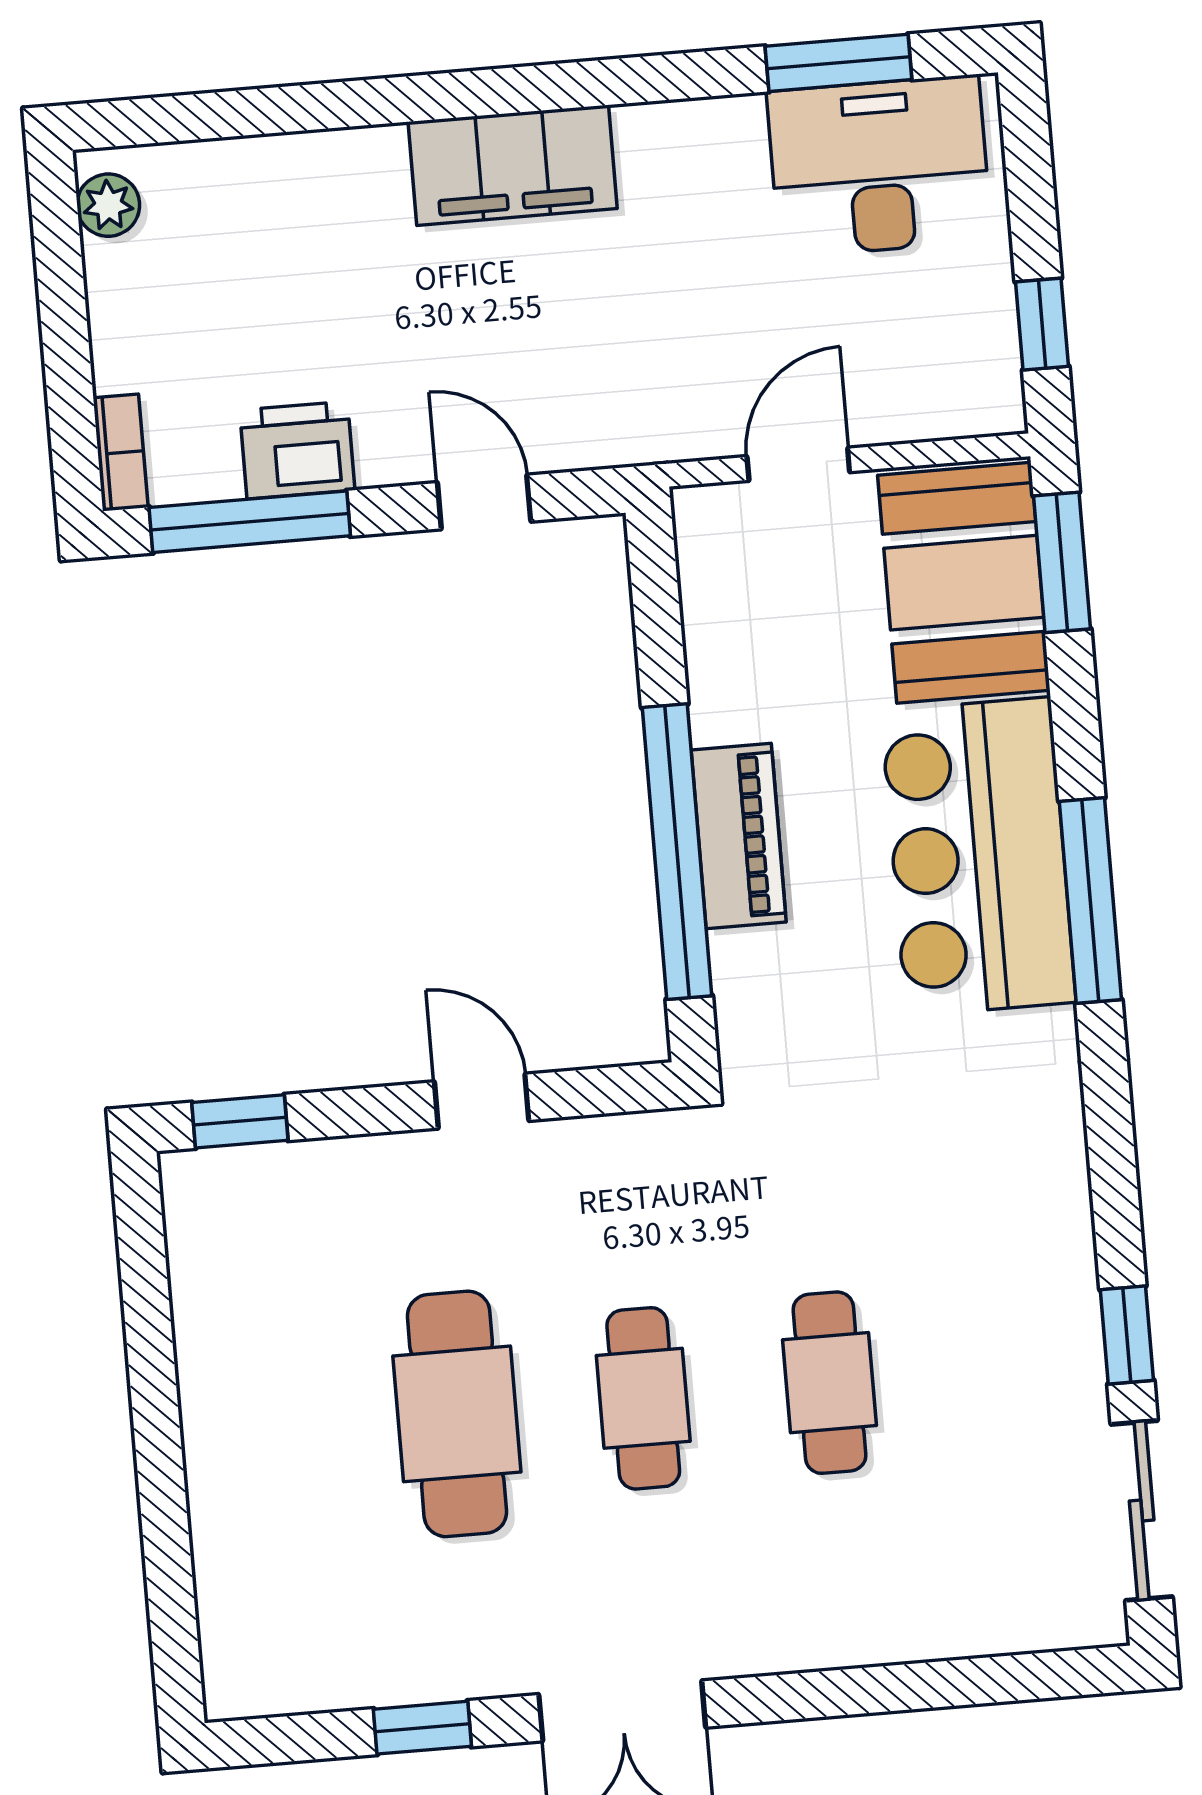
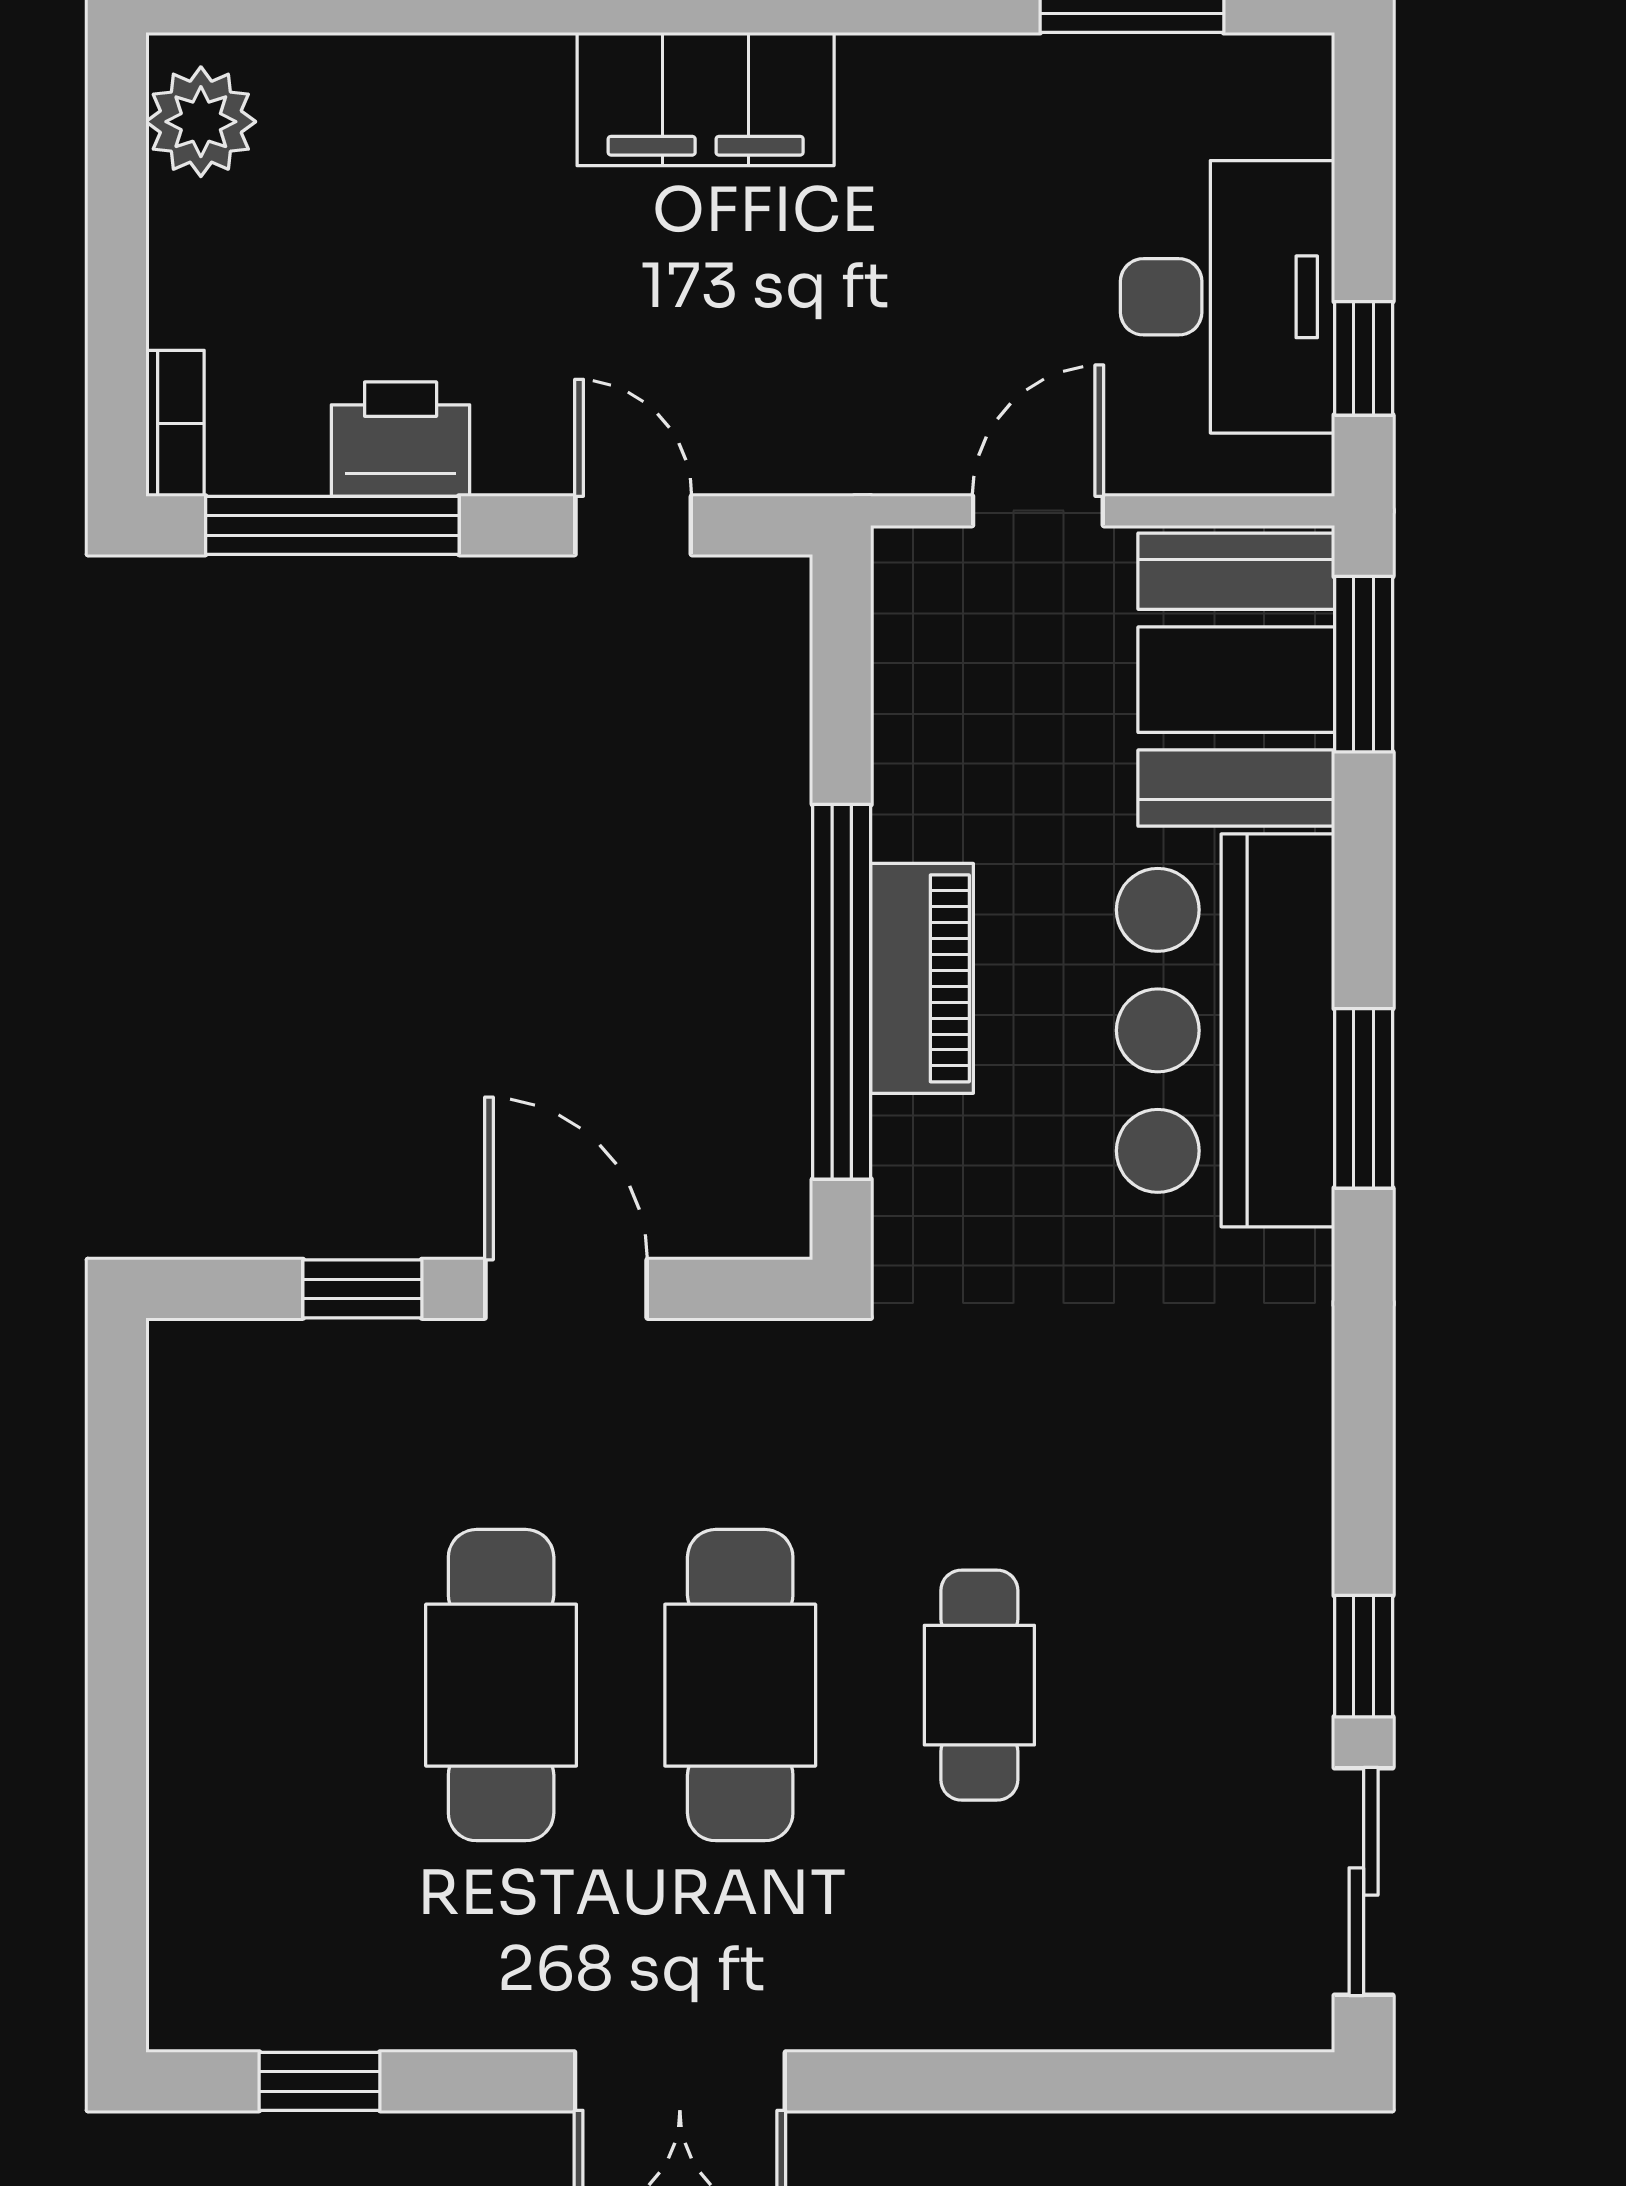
desk: (879, 166) -> (1227, 297), moved, turned 90
plant: (108, 205) -> (201, 122), width x1.38, depth x1.38
window: (1090, 900) -> (1364, 1098), width x0.69
door: (482, 1101) -> (566, 1289), width x1.38
window: (240, 1121) -> (362, 1289), moved
cafe table: (643, 1398) -> (740, 1685), width x1.37, depth x1.35
window: (422, 1728) -> (320, 2081), moved

